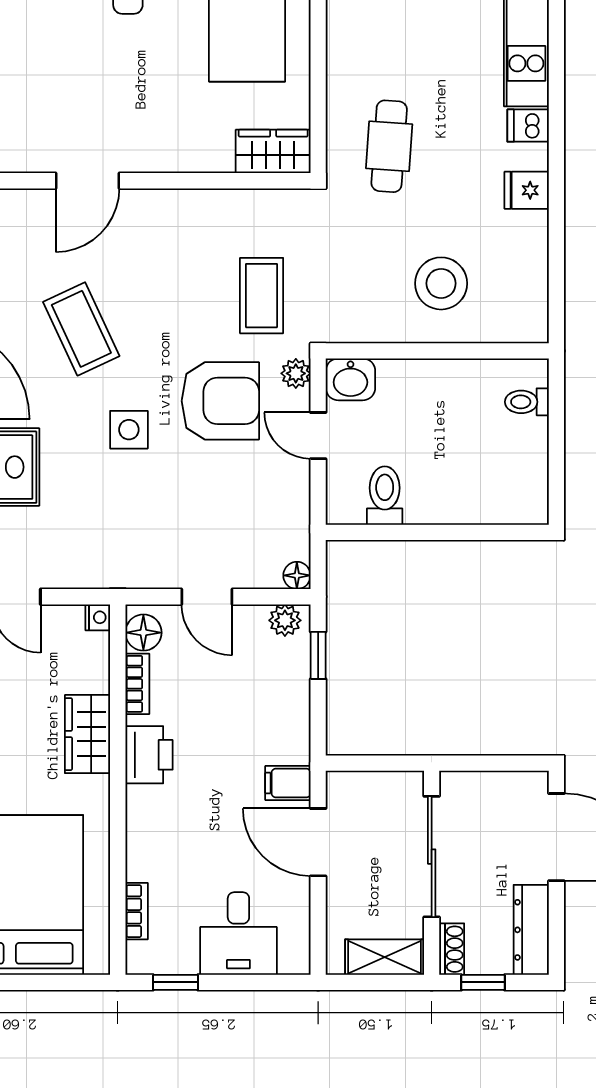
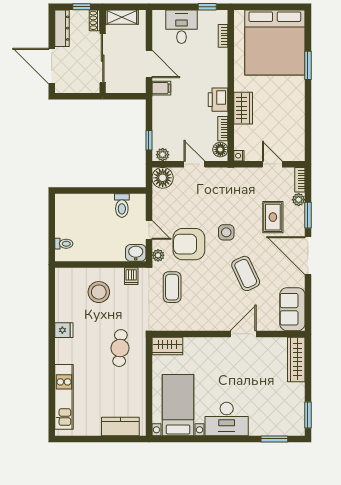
dishwasher: (528, 126) -> (131, 276), moved, turned 90
floor lamp: (297, 575) -> (163, 178), width x1.89, depth x1.89

